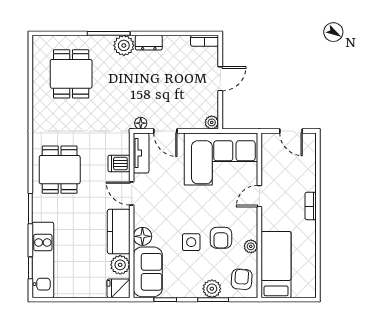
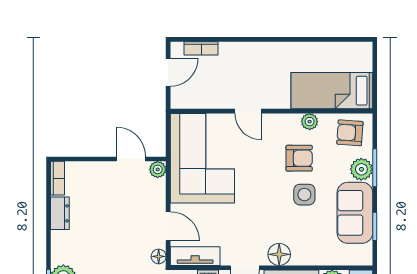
dresser: (149, 43) -> (60, 213), moved
door: (220, 79) -> (131, 159), moved
door: (165, 131) -> (168, 226), hinge flipped
bookcase: (311, 206) -> (201, 48), moved
floor lamp: (142, 236) -> (279, 254), moved
sofa: (148, 272) -> (355, 213), moved, turned -90

